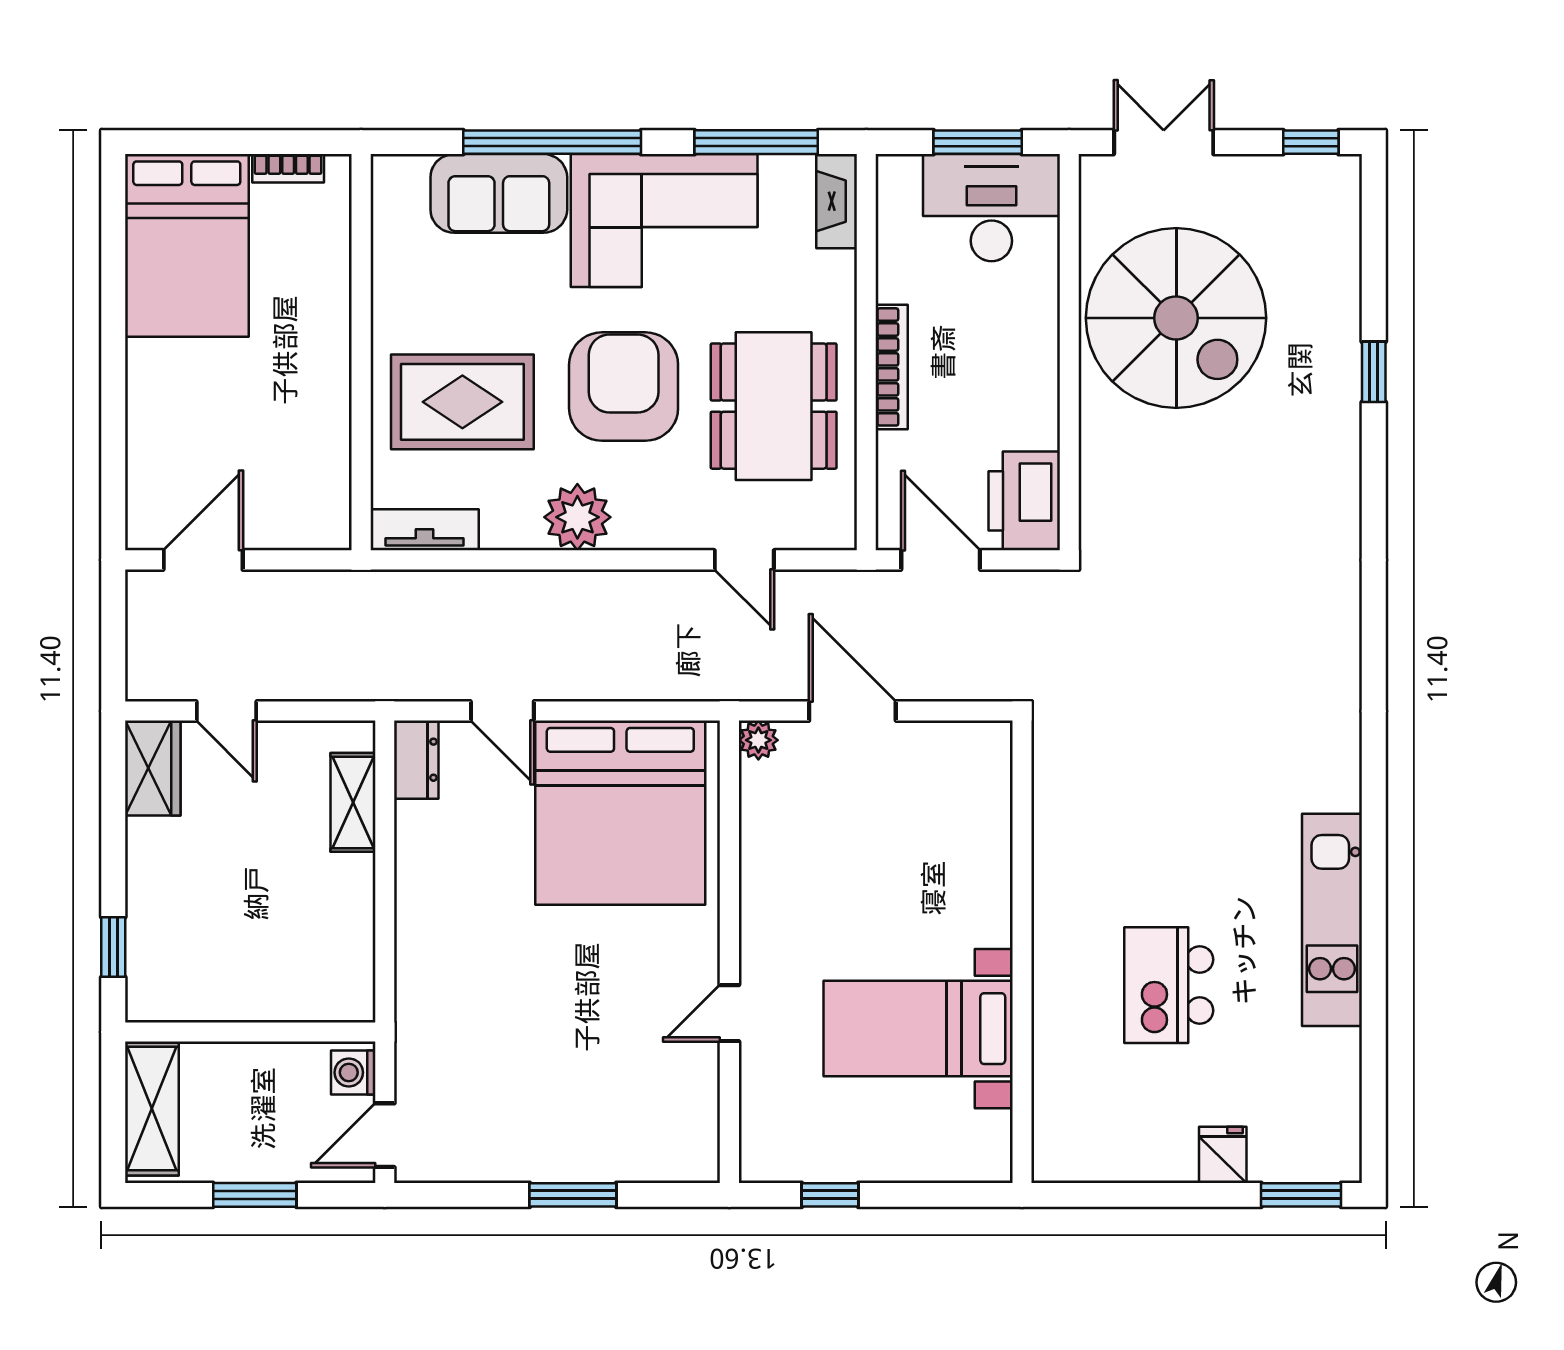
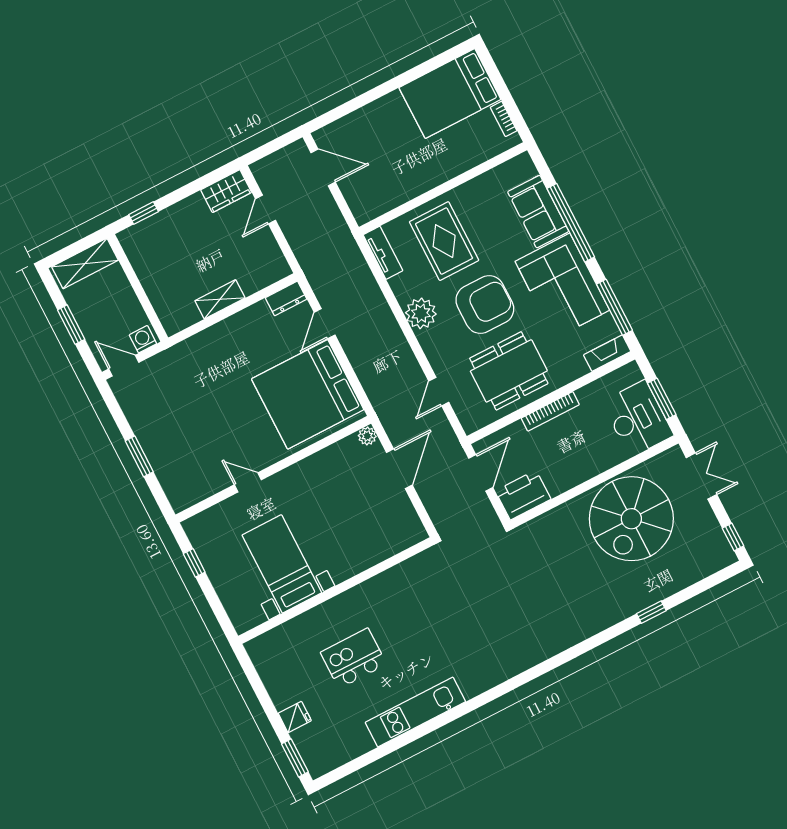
shelving: (353, 802) -> (220, 299), moved

